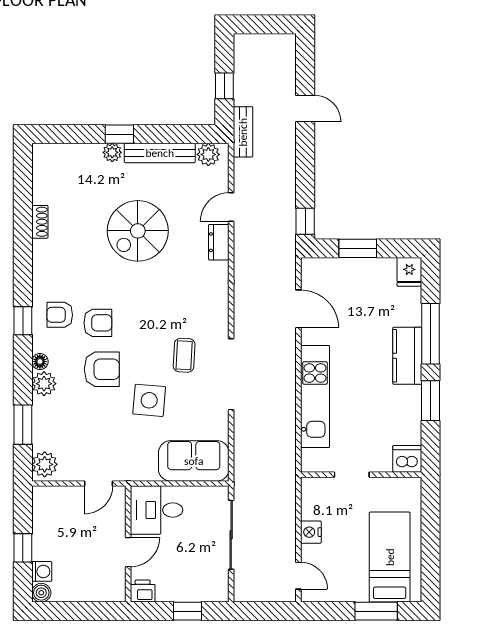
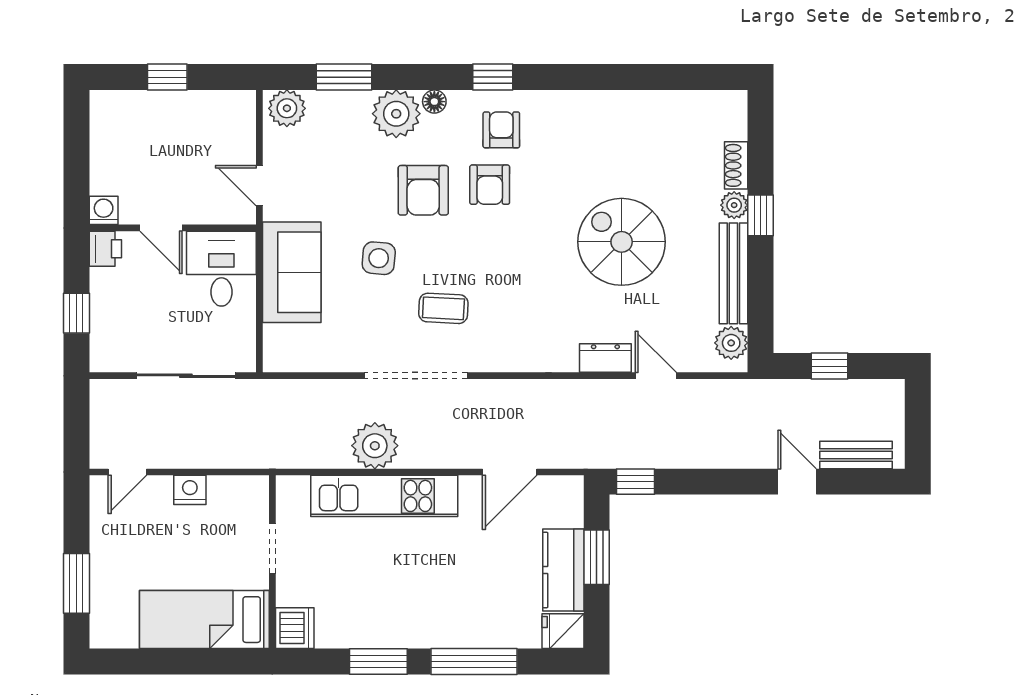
door: (305, 108) -> (797, 482), swing flipped
bench: (243, 132) -> (856, 455), moved
shoe rack: (40, 222) -> (736, 165), moved, turned 90
kitchen counter: (407, 356) -> (563, 570), moved, turned -90
plant: (44, 384) -> (396, 114), width x1.36, depth x1.36
side table: (149, 400) -> (379, 258), width x0.73, depth x0.73
plant: (280, 403) -> (375, 446), added
sofa: (194, 461) -> (292, 272), moved
bed: (390, 557) -> (204, 620), moved, turned 180
washing machine: (42, 571) -> (104, 210), moved, turned 180
boiler: (41, 593) -> (103, 103), removed

